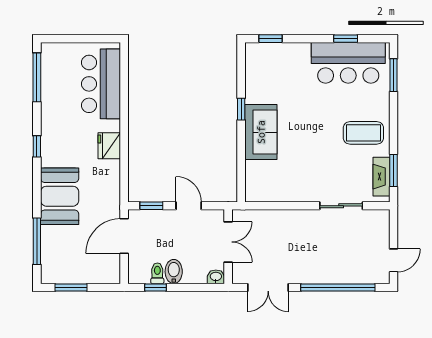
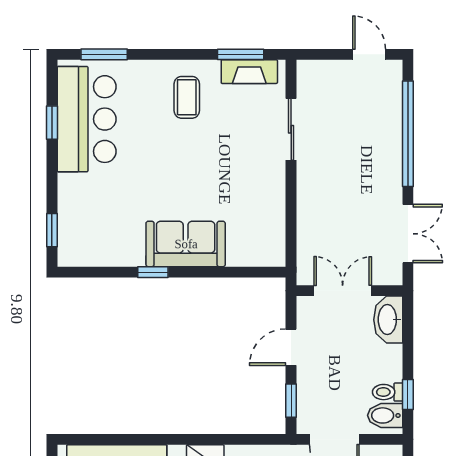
coffee table: (363, 133) -> (187, 97), width x0.73, depth x0.77
bidet: (174, 272) -> (385, 415), moved
washbasin: (216, 277) -> (388, 320), width x1.91, depth x1.45

